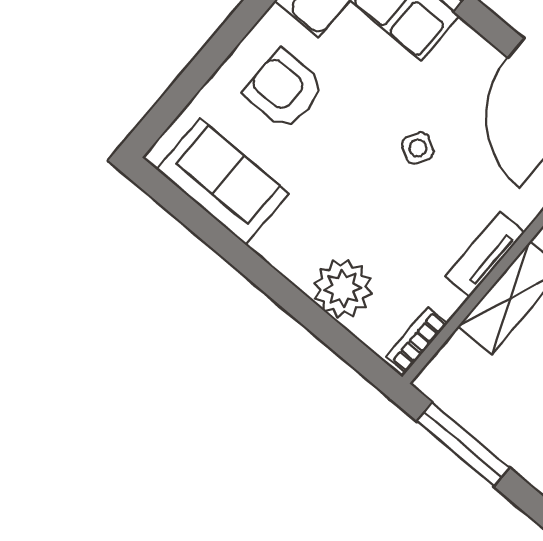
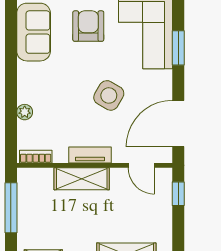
side table: (418, 148) -> (109, 95), width x1.87, depth x1.87
plant: (343, 288) -> (25, 112), width x0.53, depth x0.53

